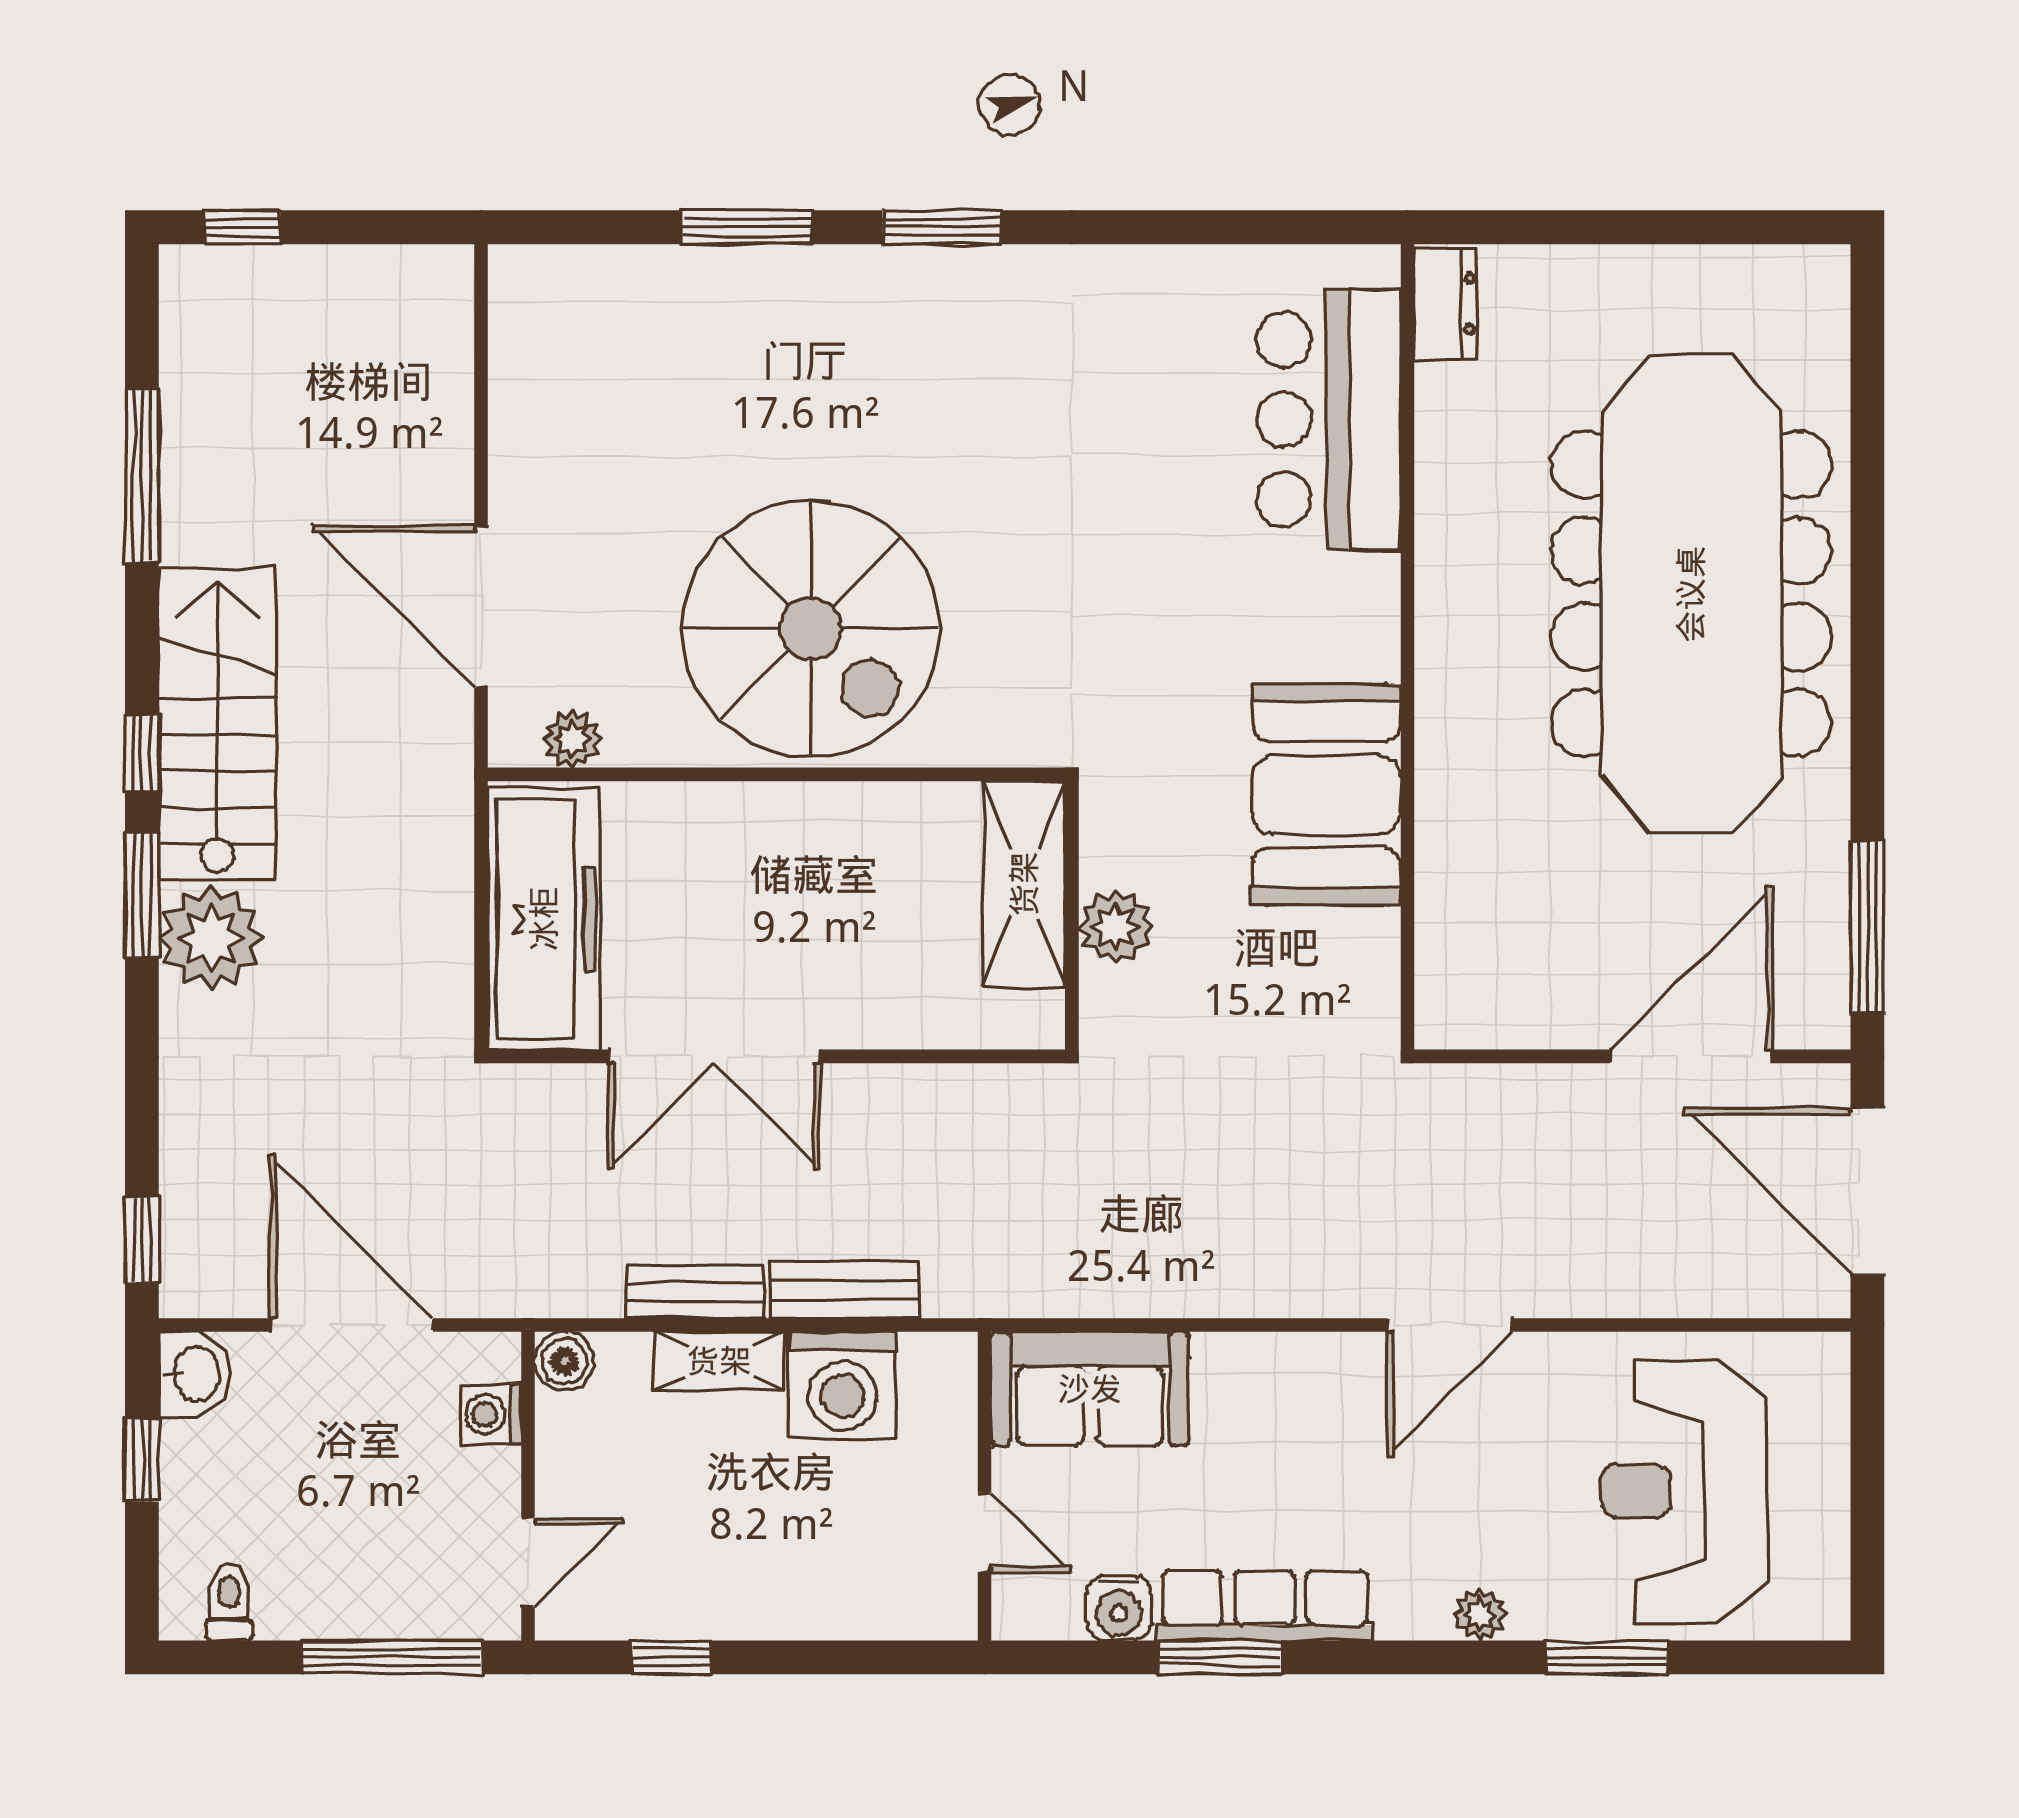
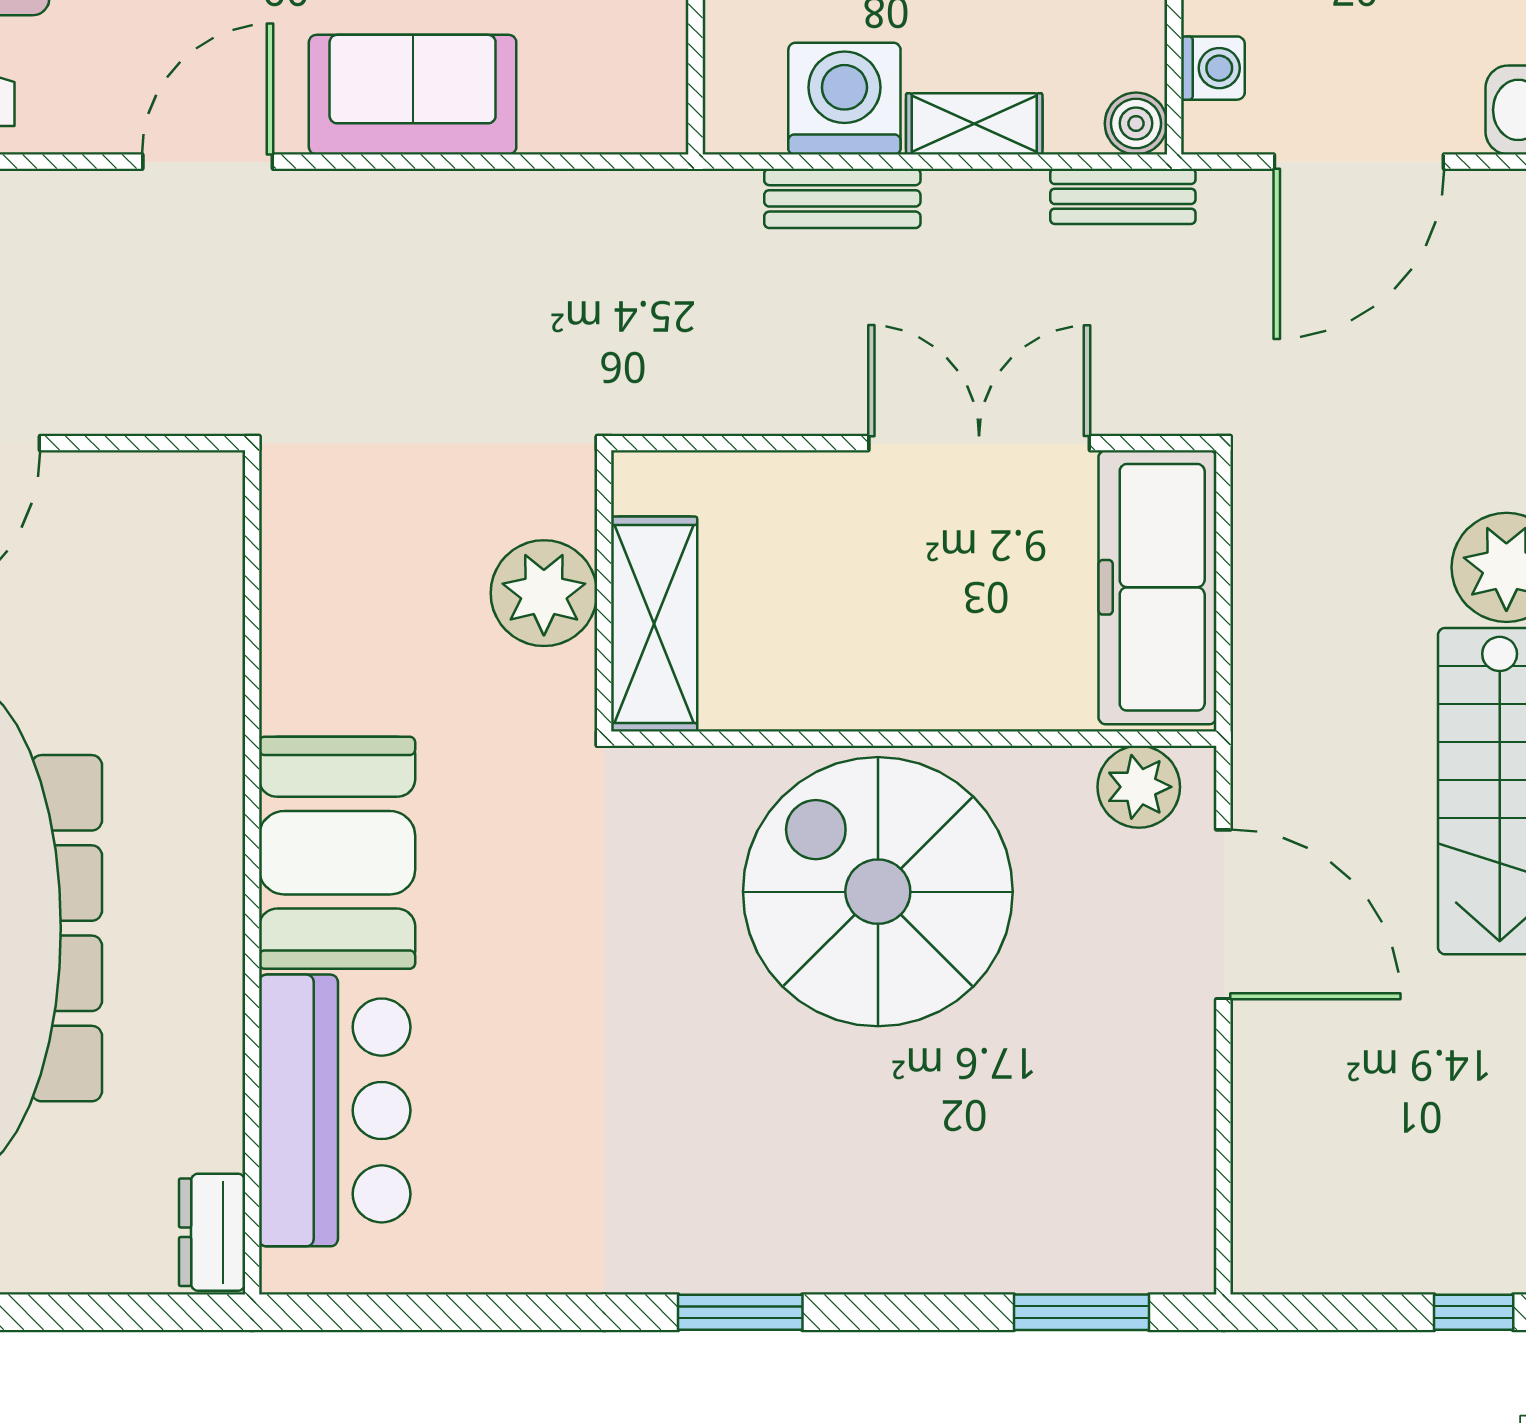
window: (747, 227) -> (1082, 1312), moved
plant: (572, 739) -> (1139, 787), width x1.38, depth x1.38
booth: (1326, 795) -> (337, 853), moved
plant: (1116, 927) -> (544, 593), width x1.36, depth x1.36
bench: (696, 1292) -> (1123, 196), moved
door: (352, 1325) -> (1359, 162), hinge flipped
sofa: (1090, 1389) -> (413, 95), moved

